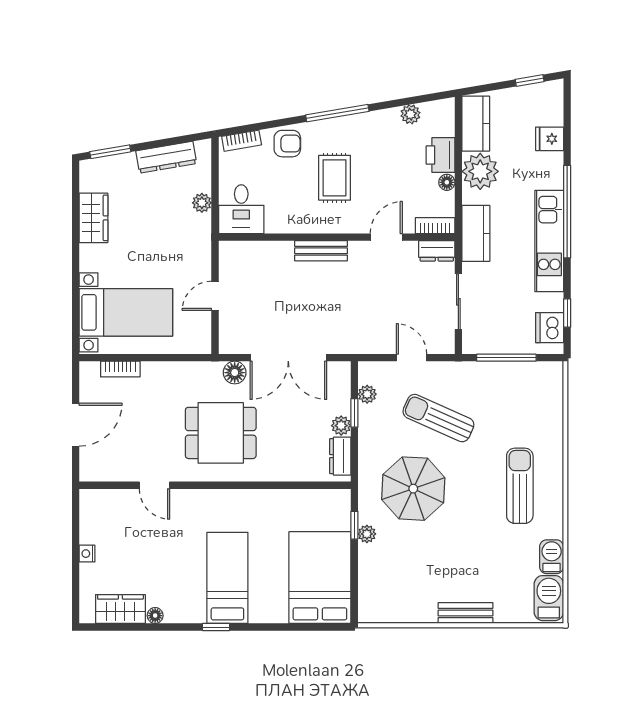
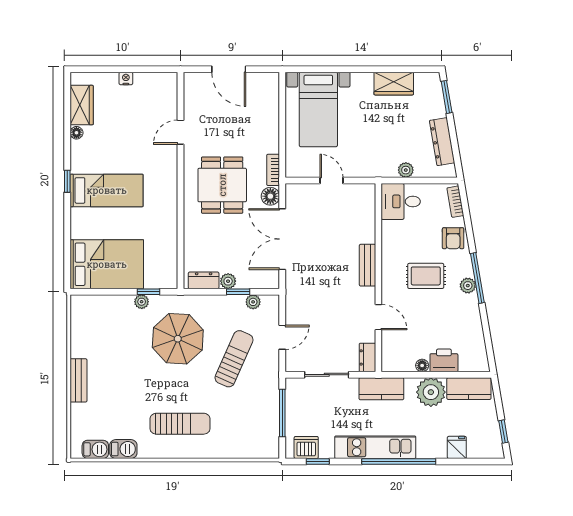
plant: (410, 114) -> (468, 286), moved
bookcase: (435, 226) -> (388, 356), removed
bookcase: (120, 369) -> (273, 170), moved
barbecue: (549, 598) -> (95, 449), width x0.73, depth x0.79

